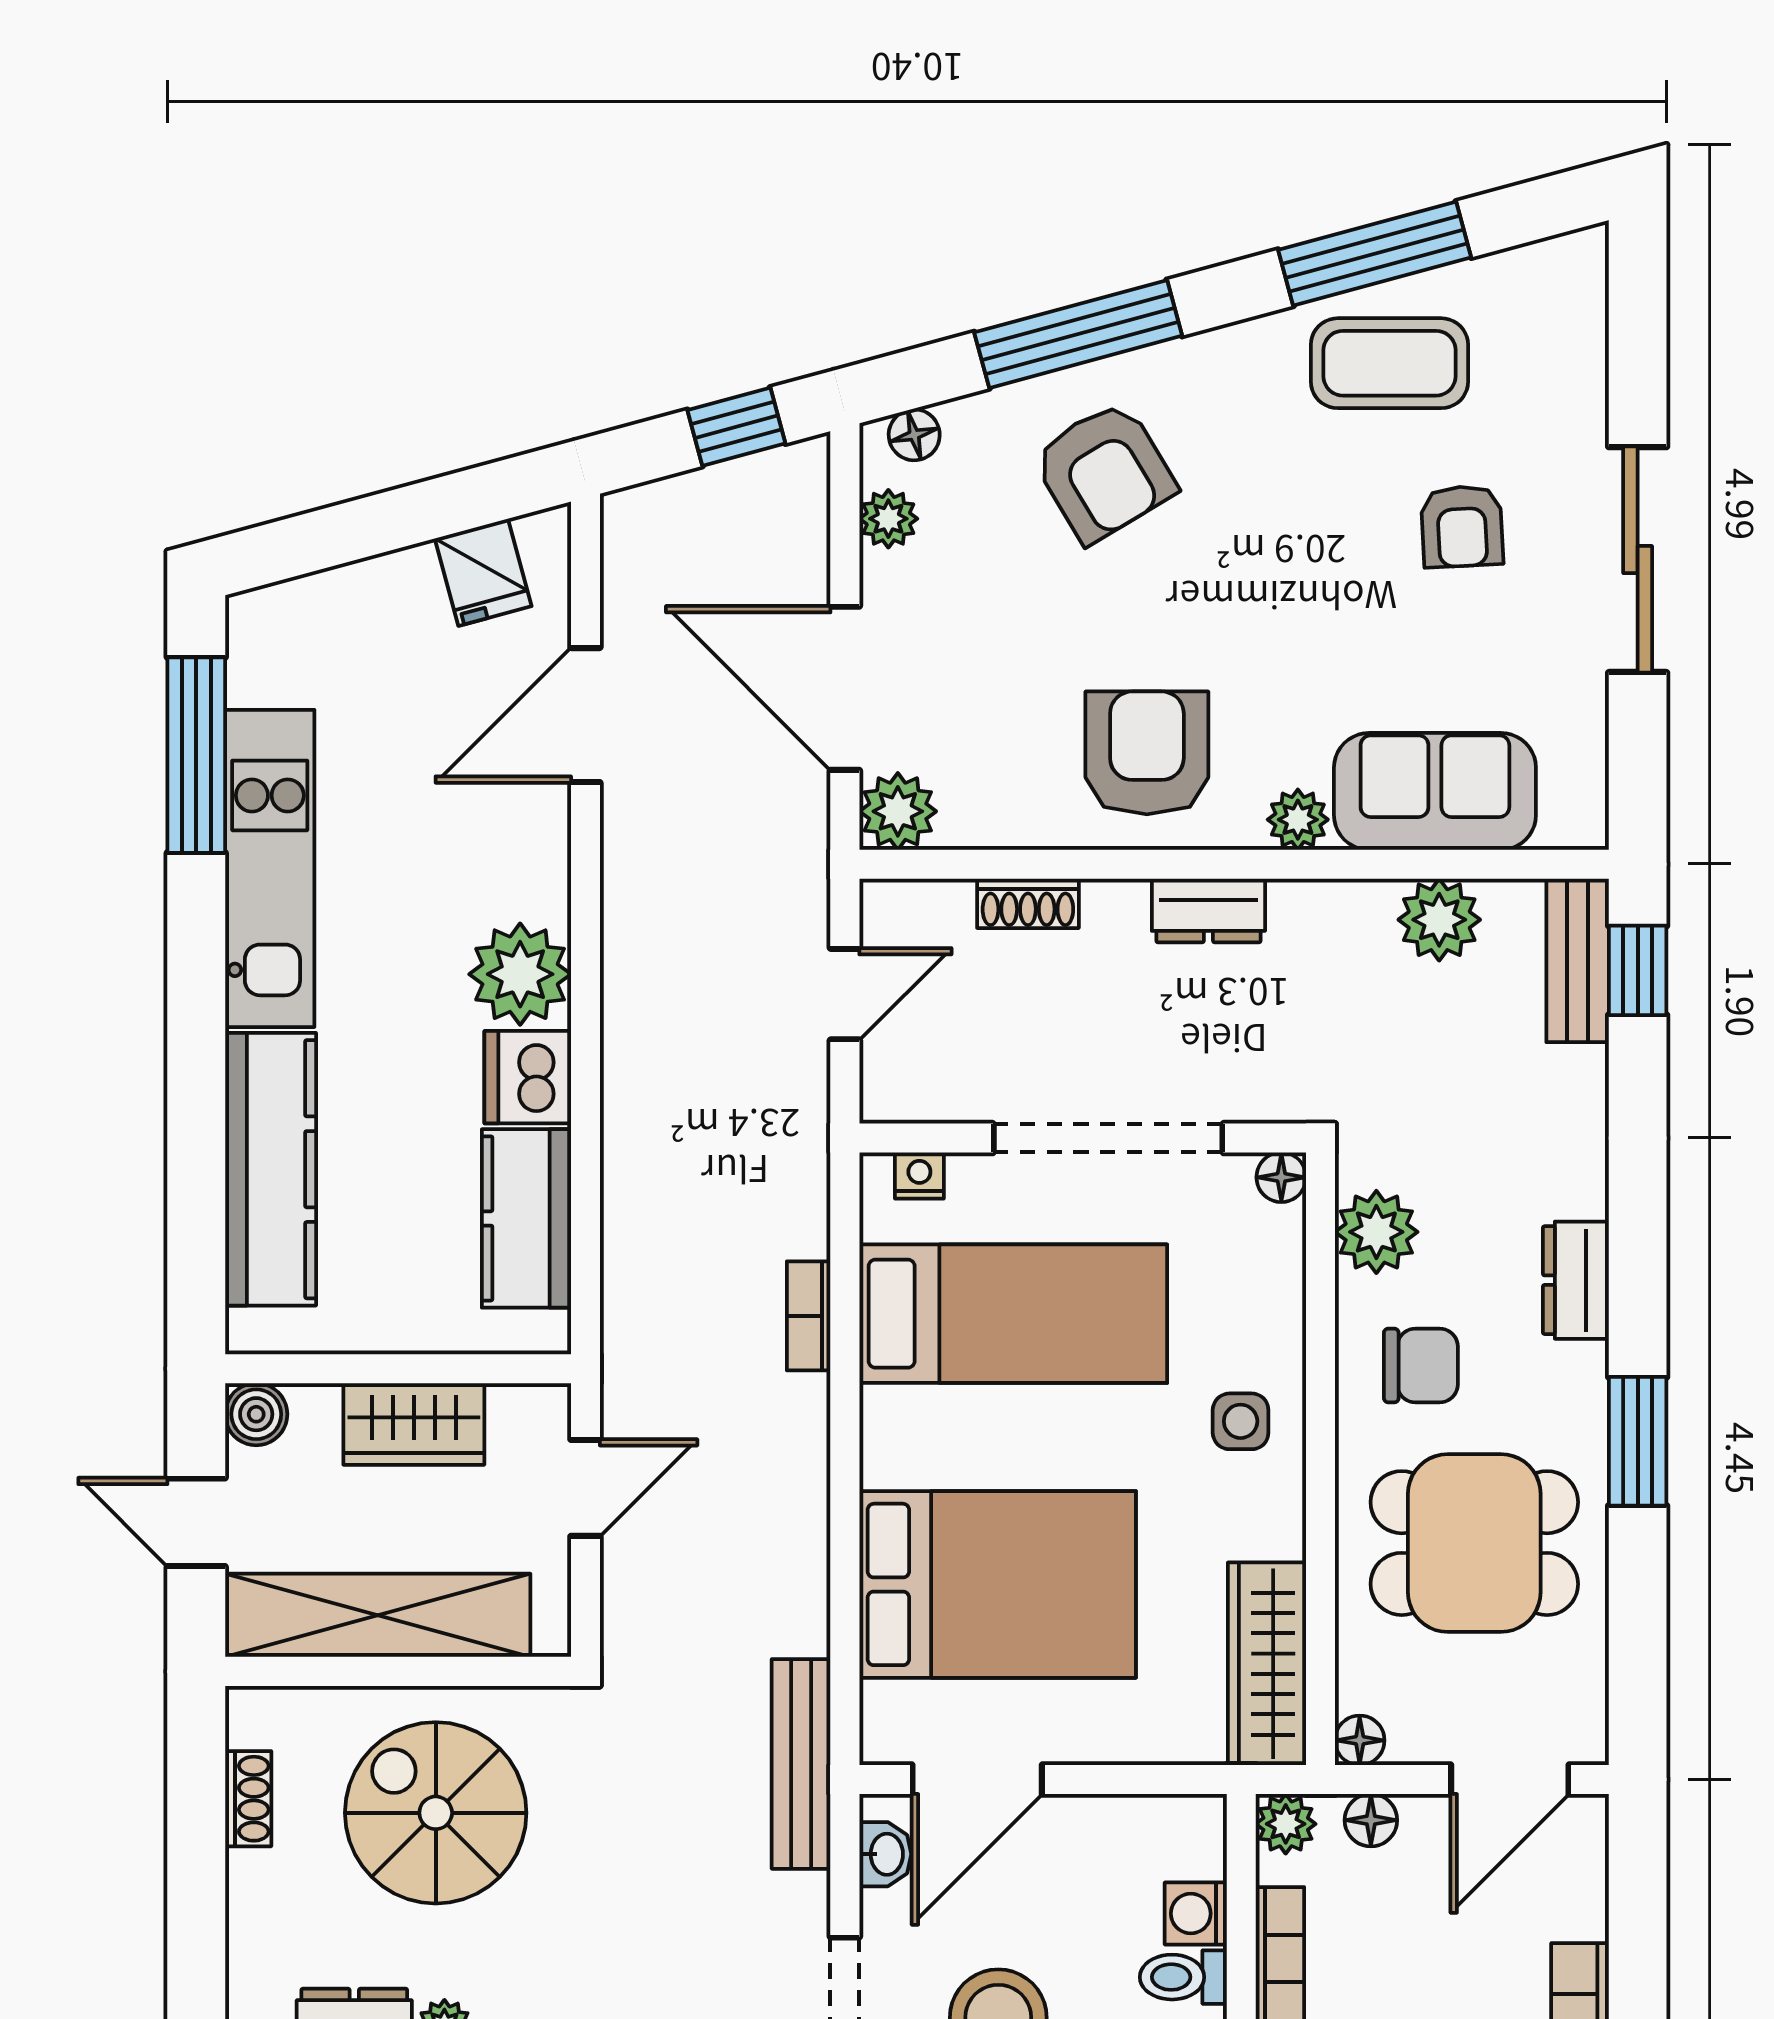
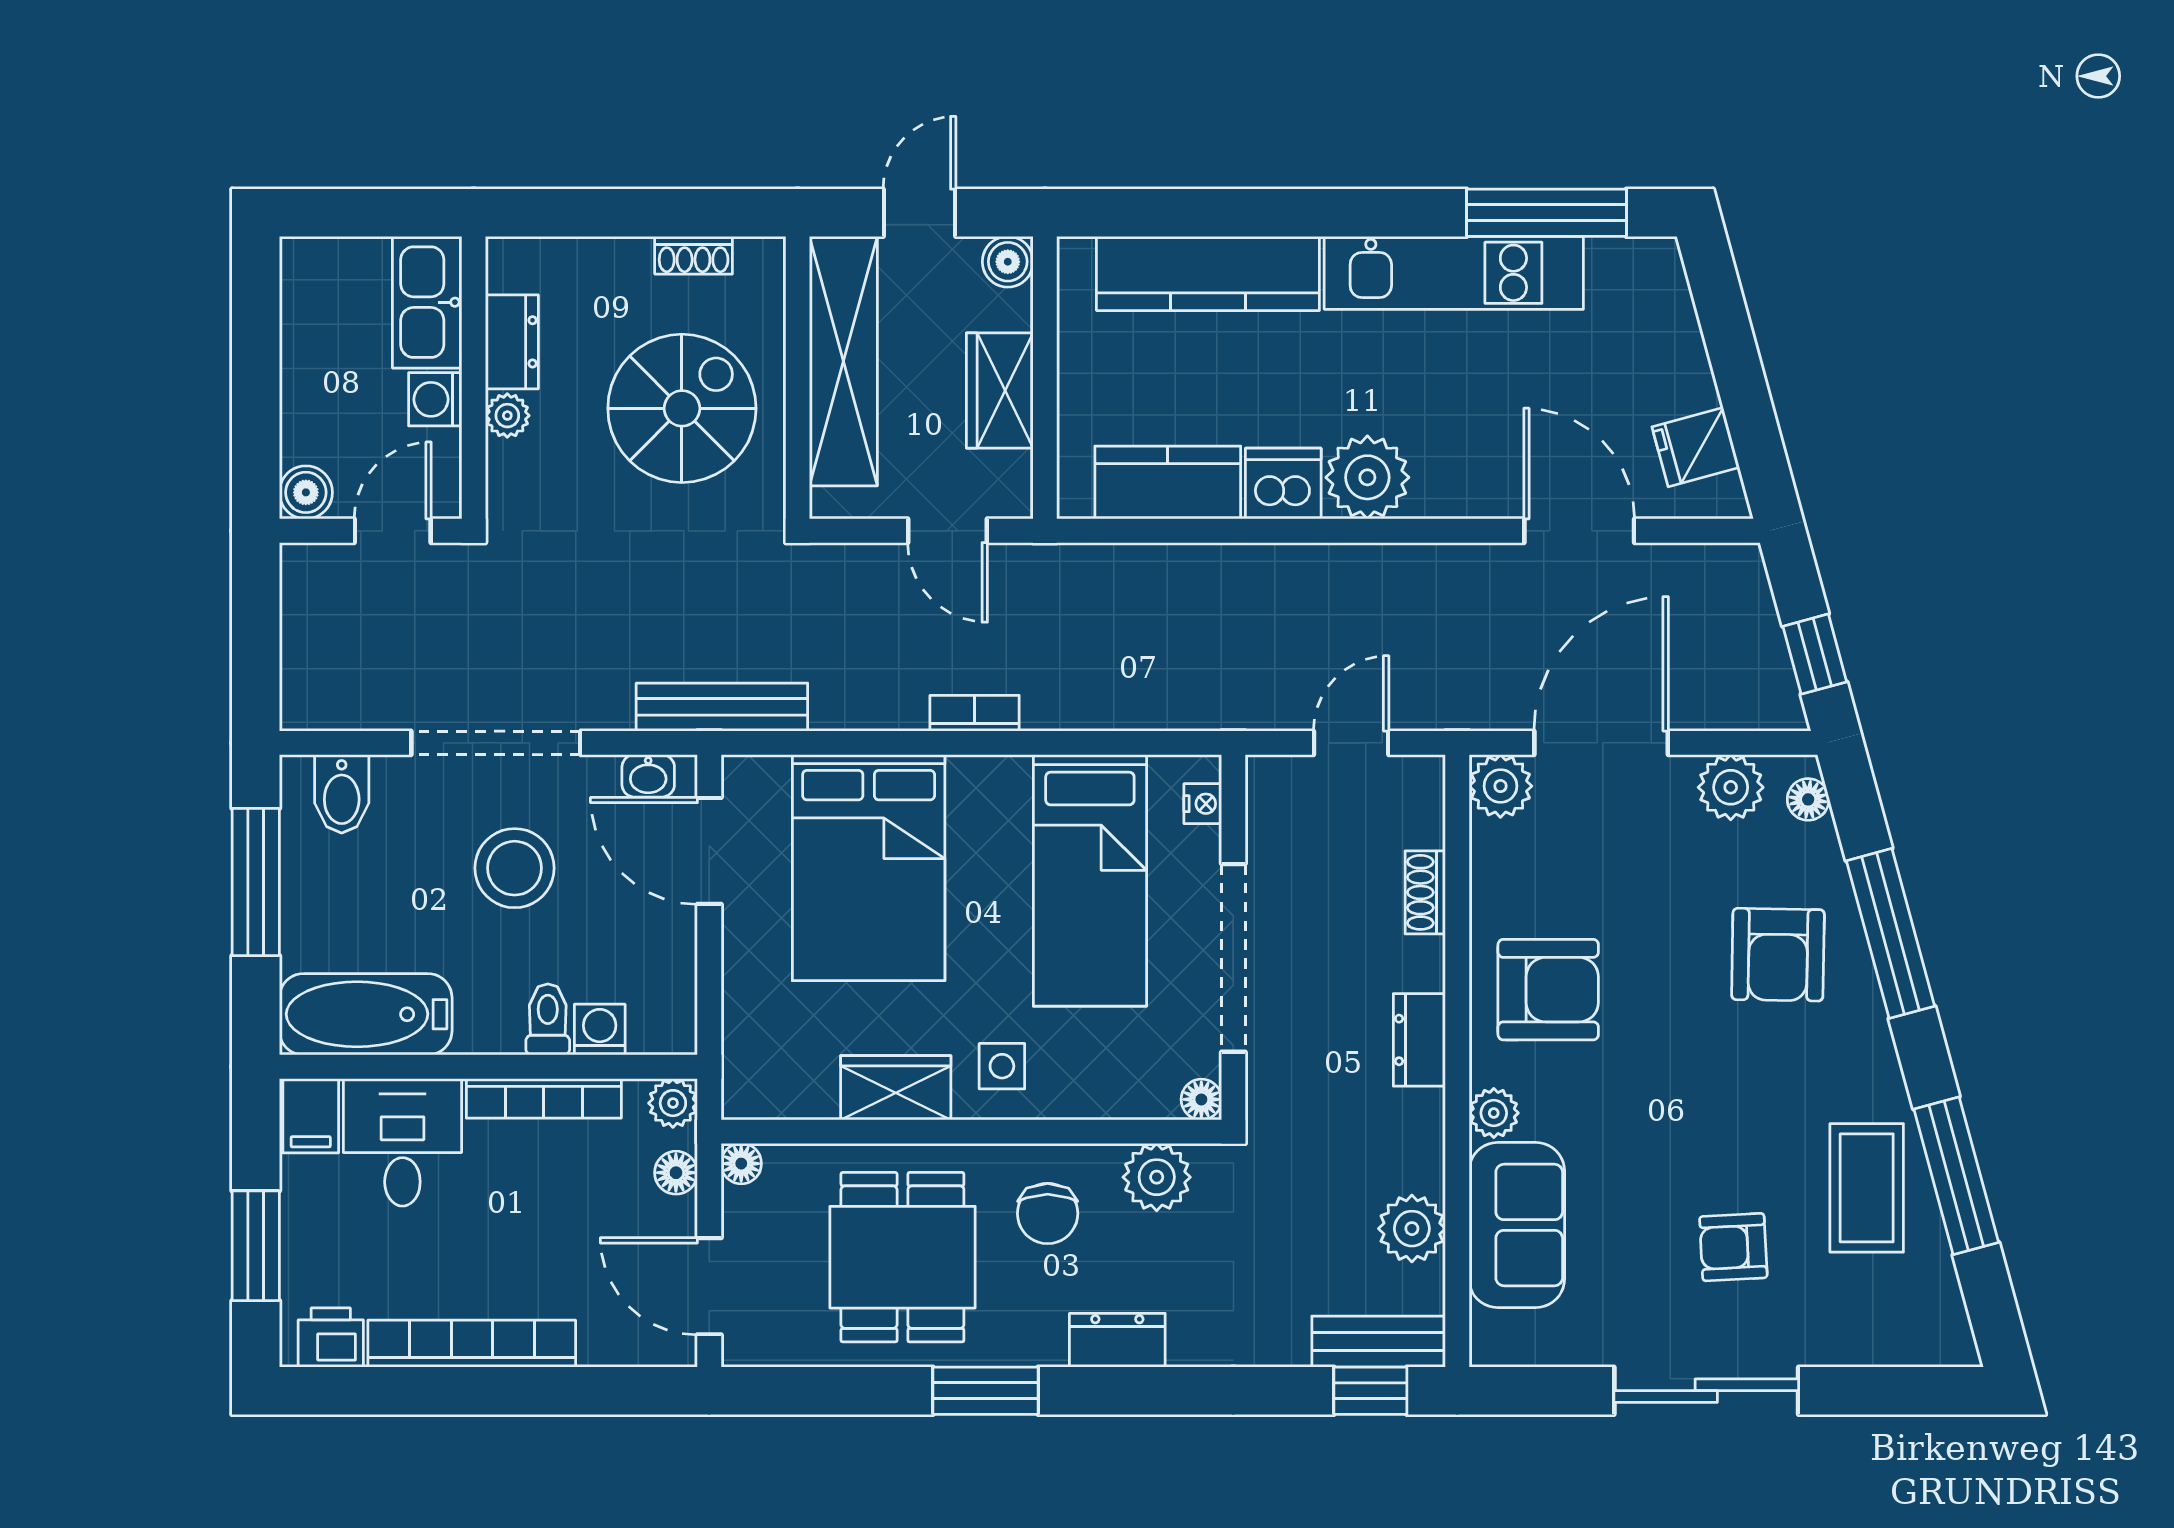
armchair: (1104, 472) -> (1778, 955), turned -58
plant: (888, 519) -> (1731, 787), width x1.38, depth x1.38
door: (845, 994) -> (1351, 743), swing flipped
bookcase: (809, 1316) -> (975, 713), moved
wardrobe: (1267, 1664) -> (896, 1088), moved, width x0.67

